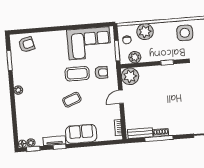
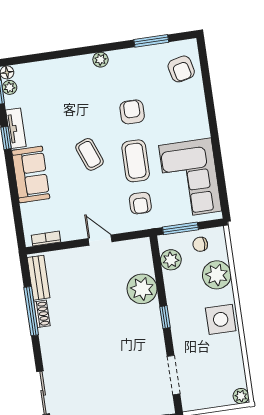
side table: (185, 33) -> (221, 319), moved
armchair: (49, 74) -> (132, 112), added
plant: (130, 76) -> (142, 289), moved

